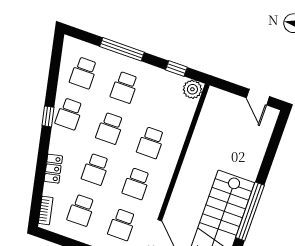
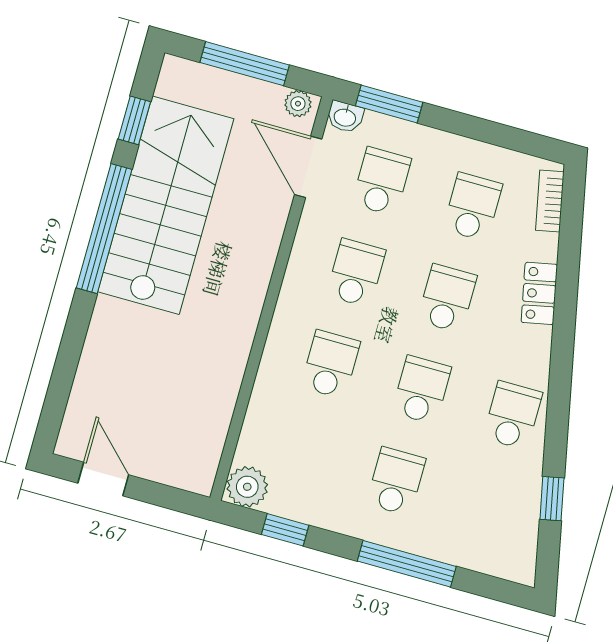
school desk: (84, 73) -> (487, 507), removed
window: (48, 116) -> (552, 499), moved

